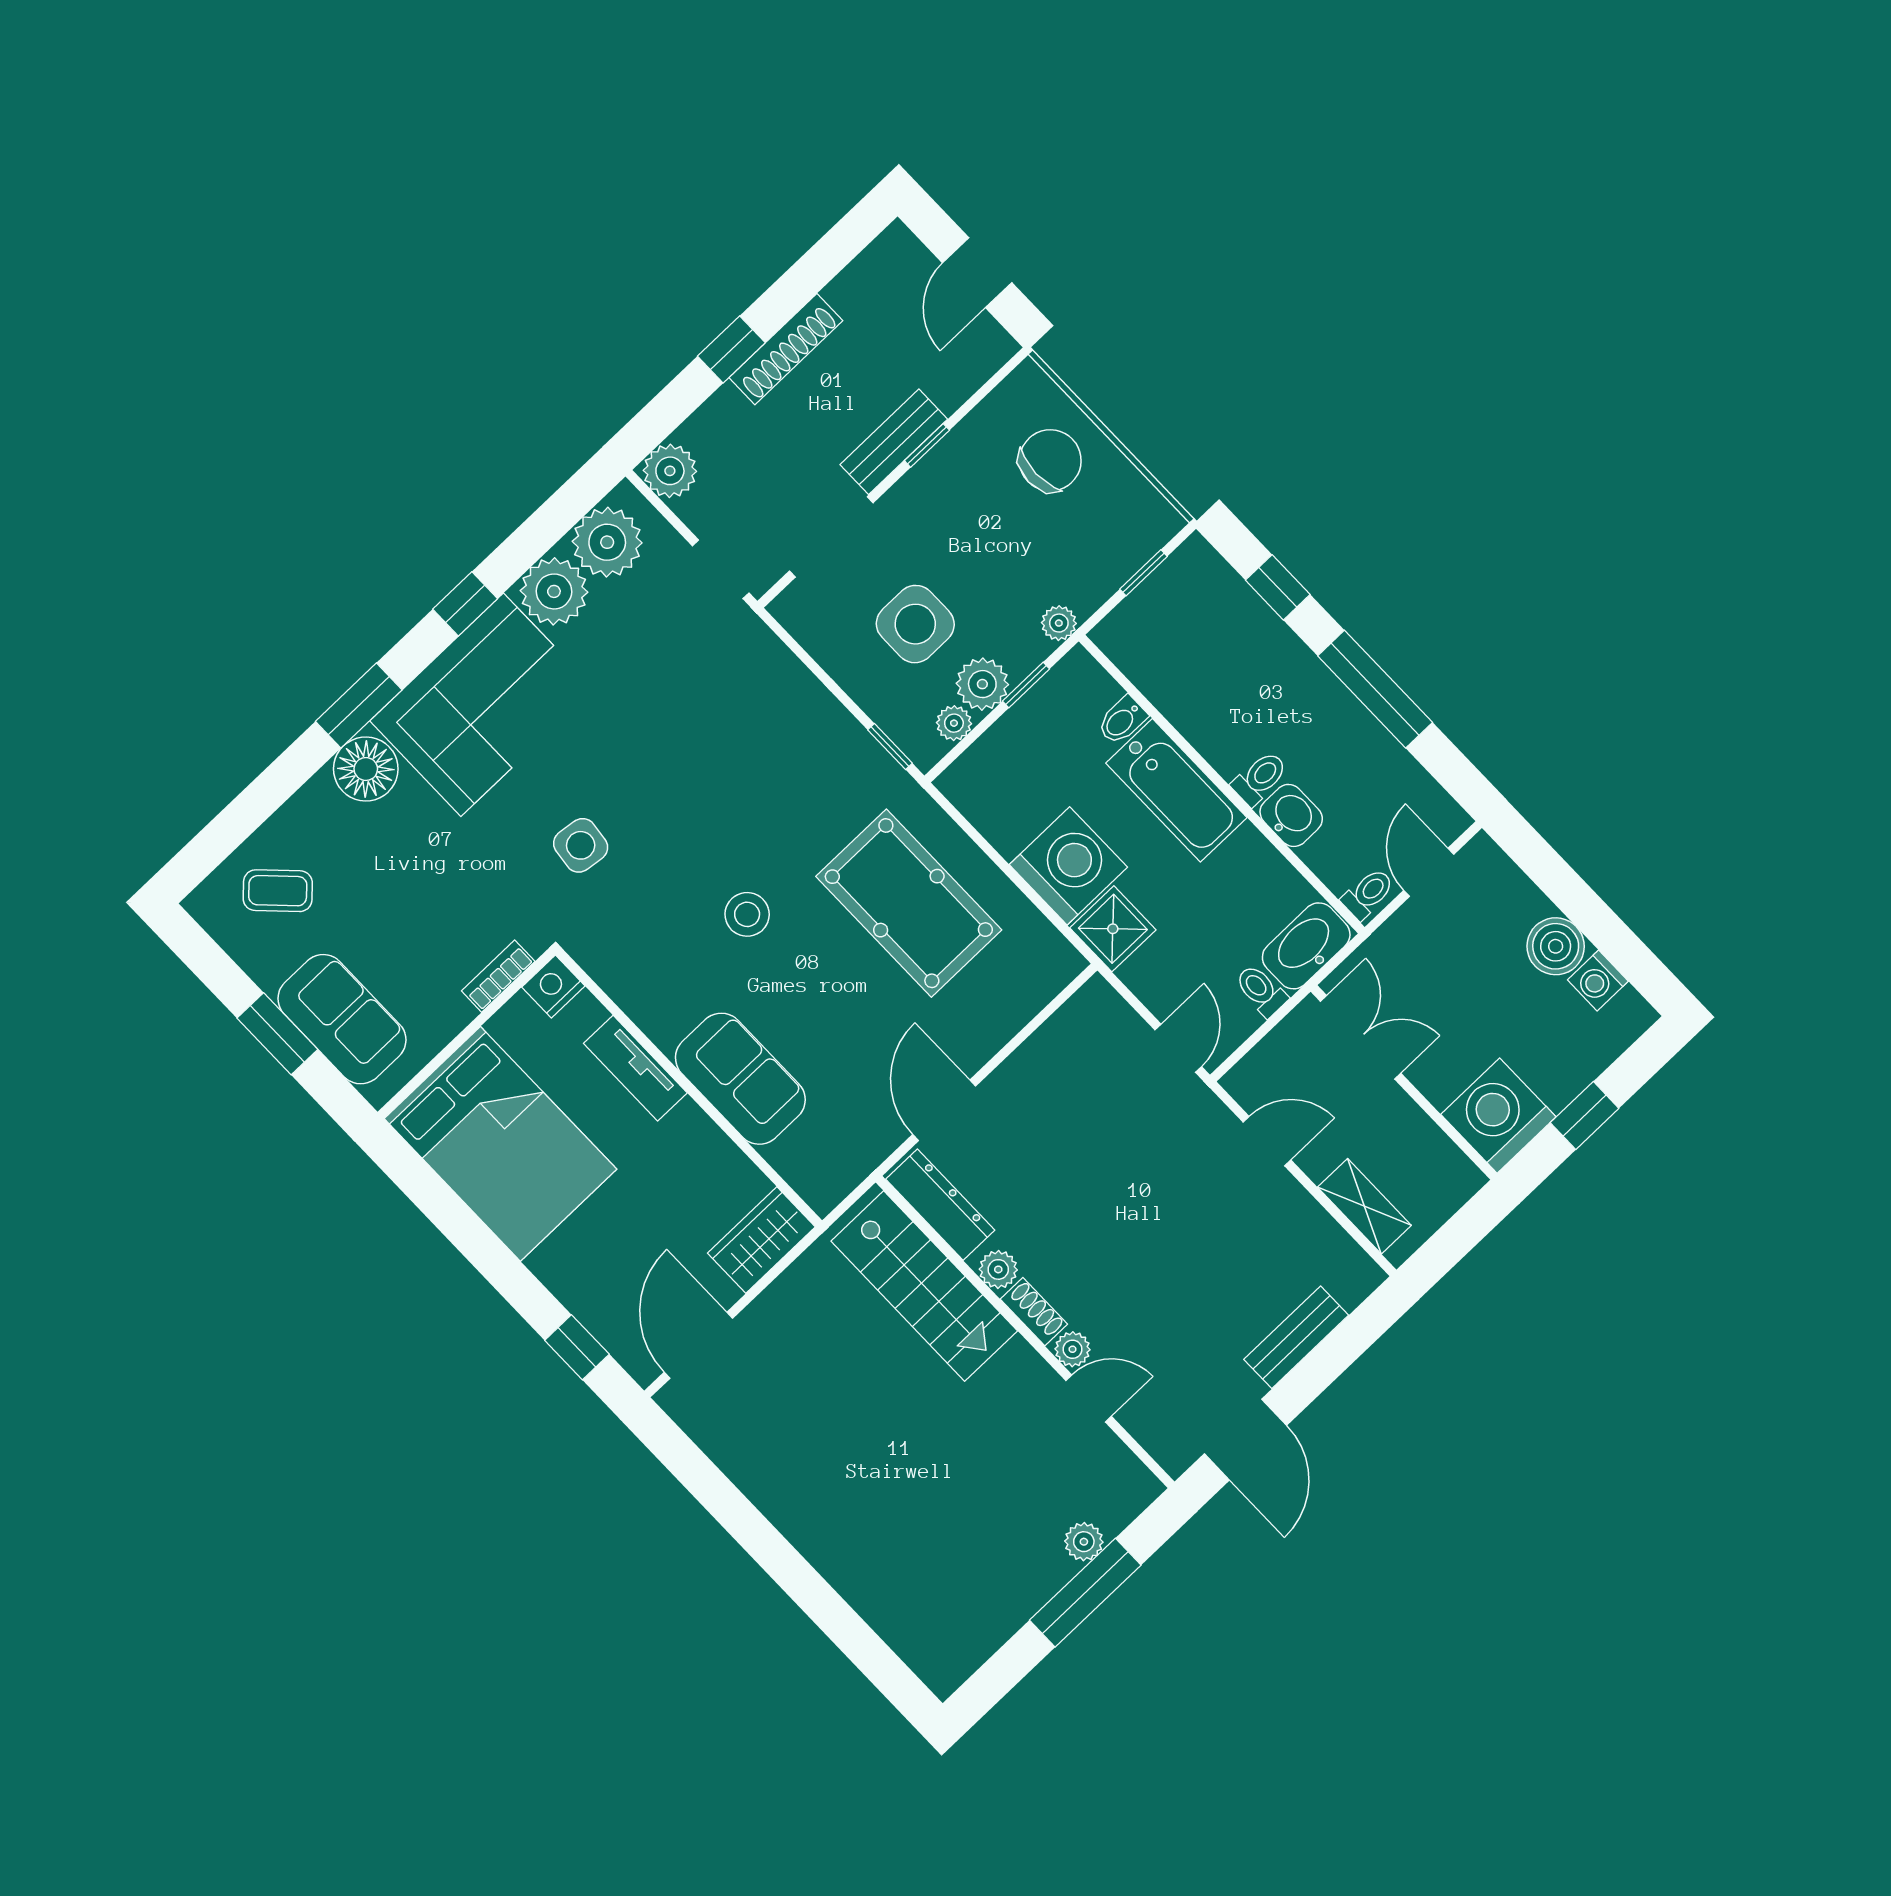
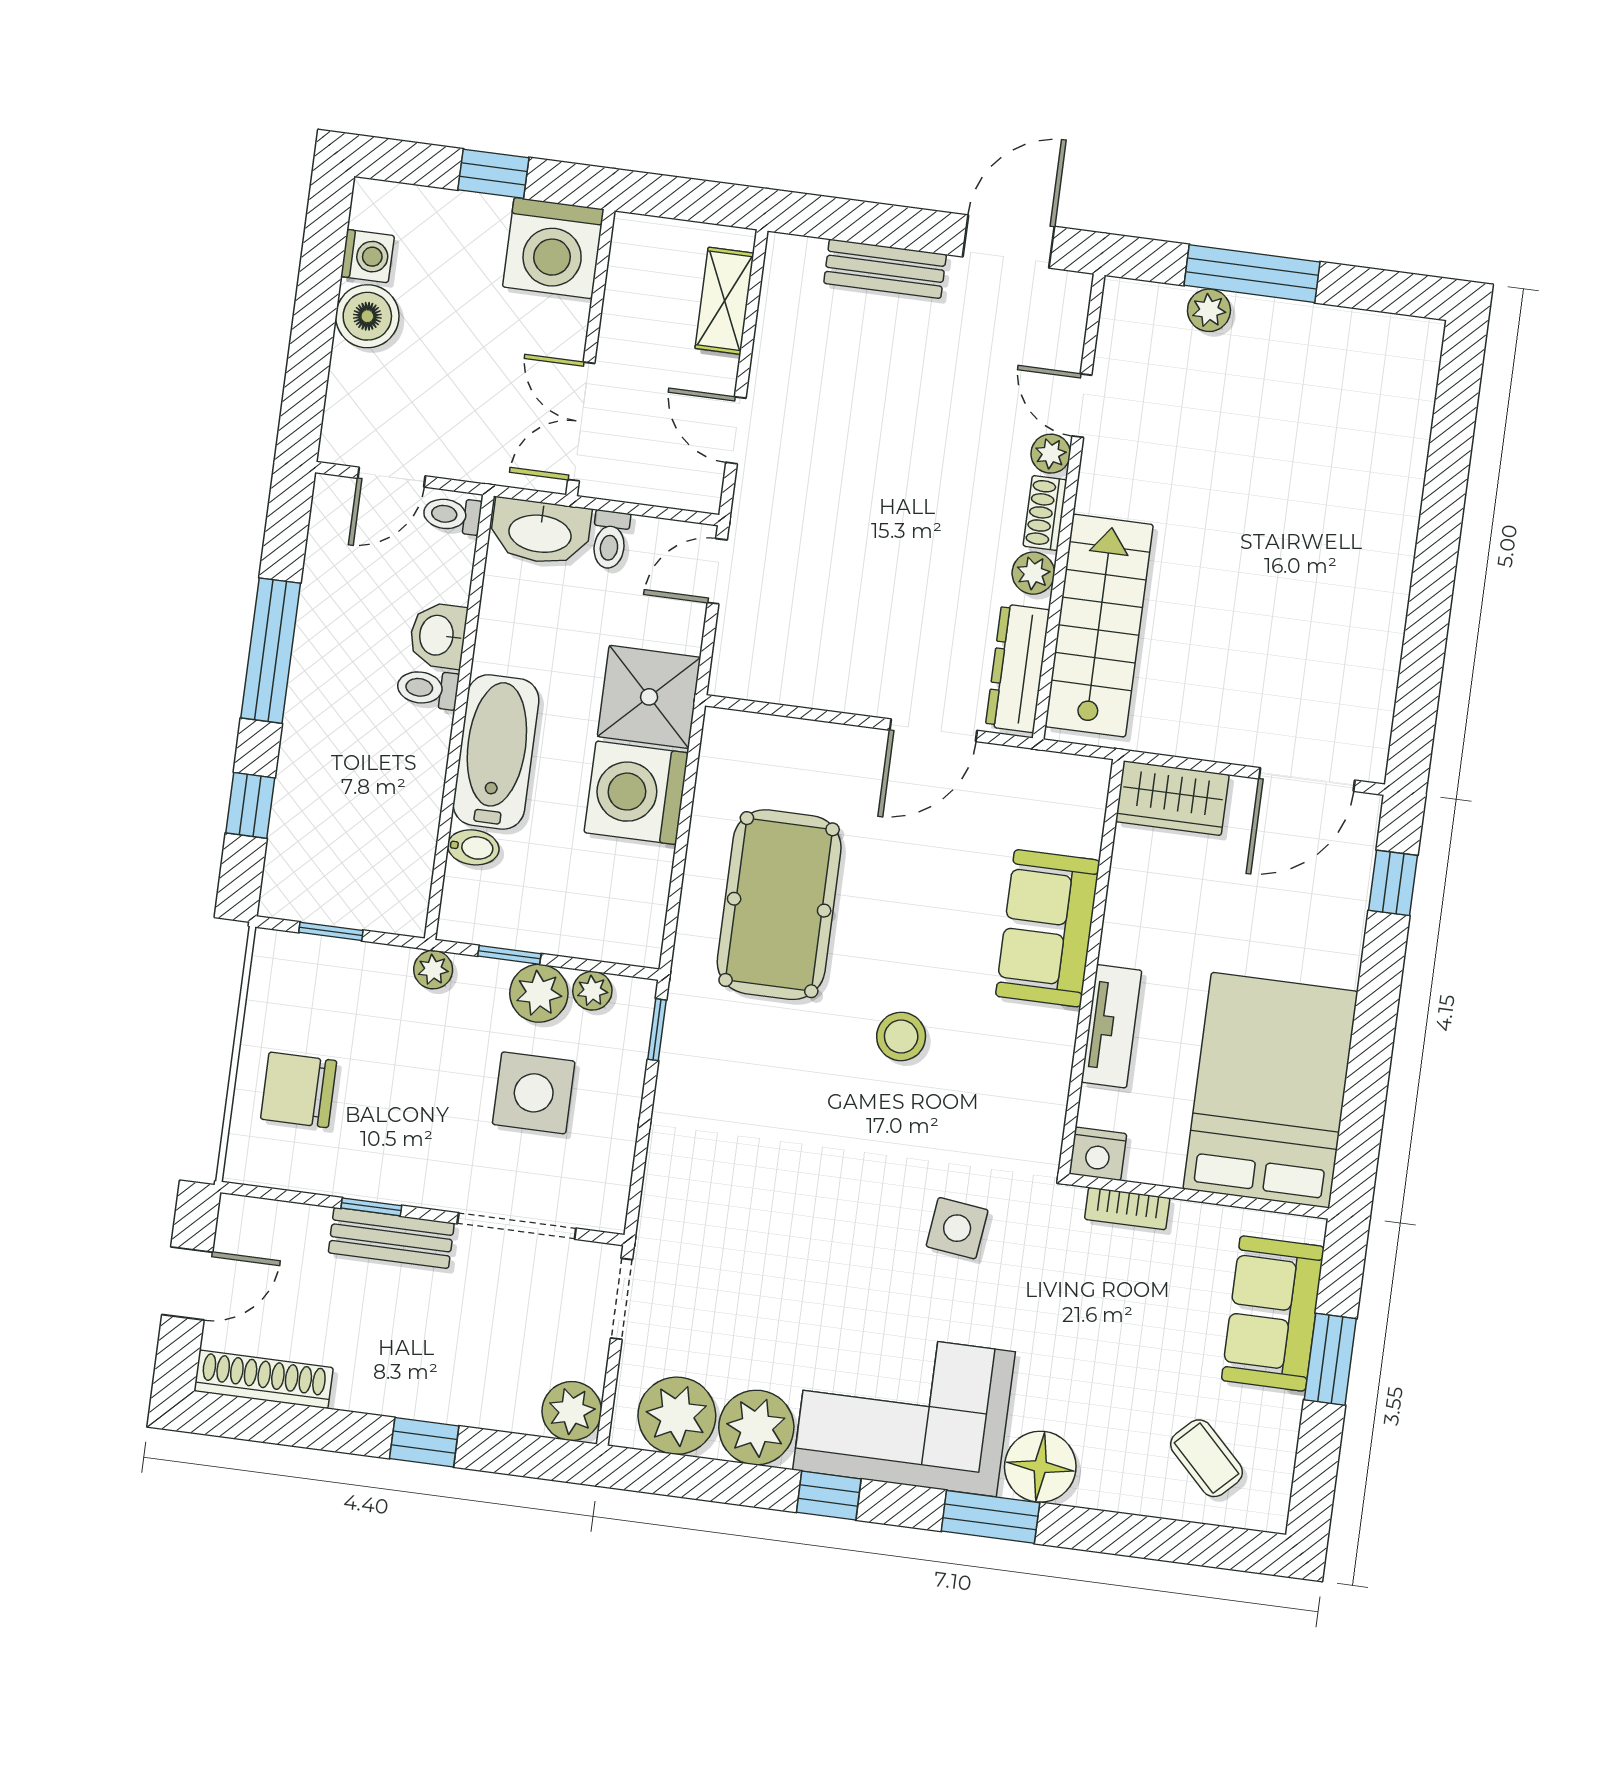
shoe rack: (786, 349) -> (264, 1379), moved
shower: (1113, 929) -> (649, 697), width x1.36, depth x1.36

